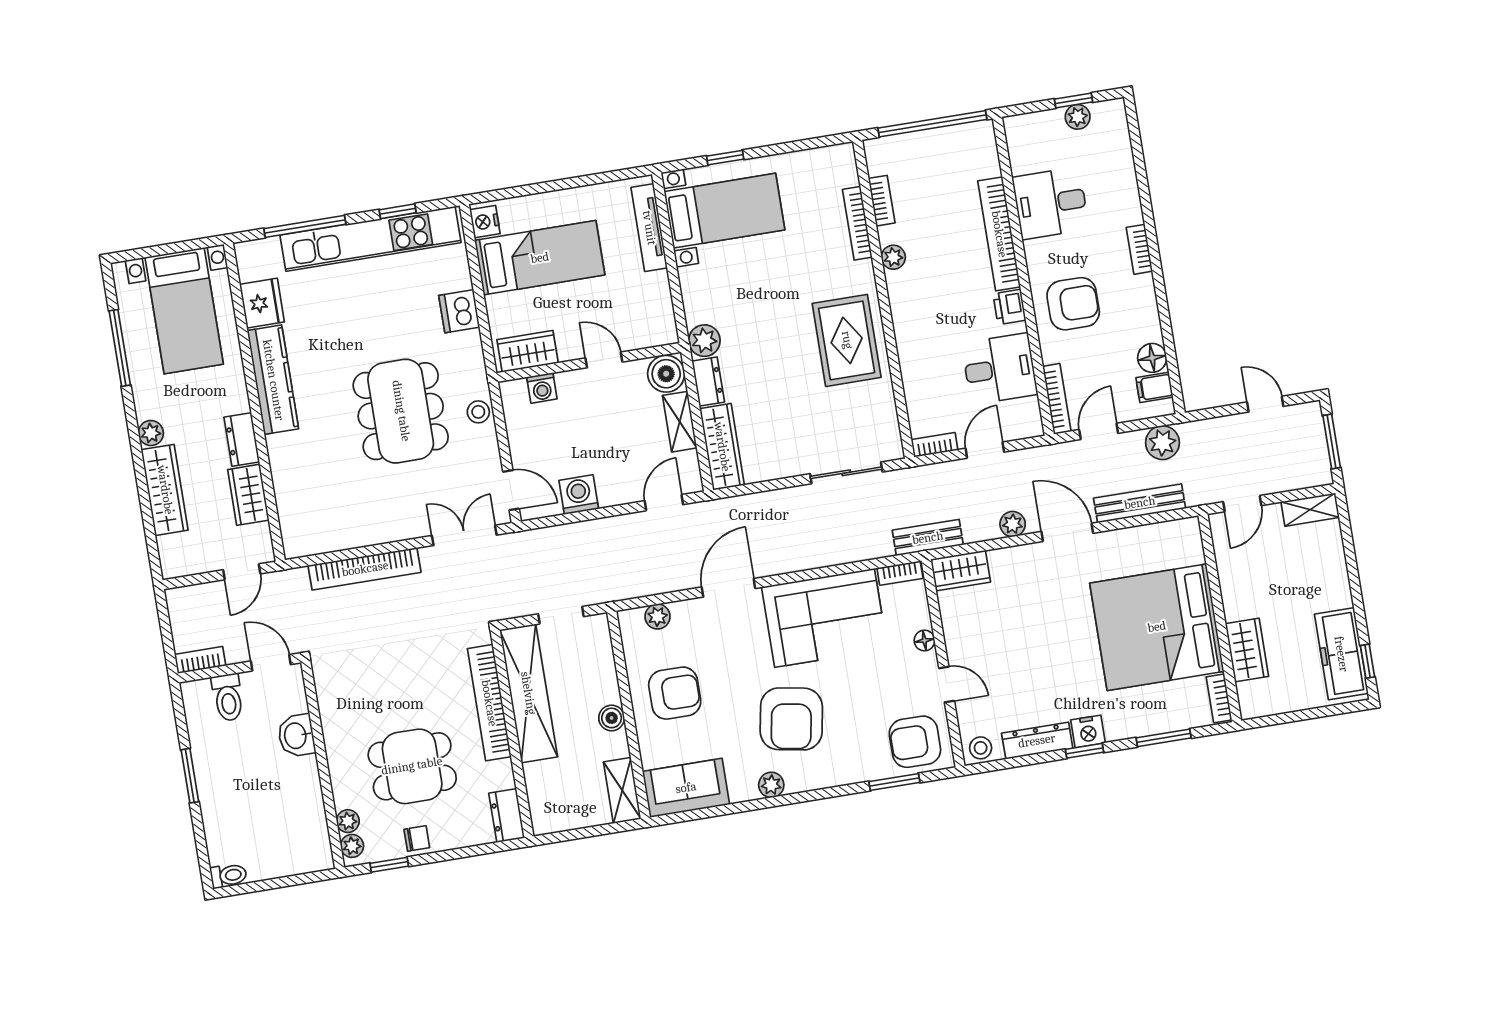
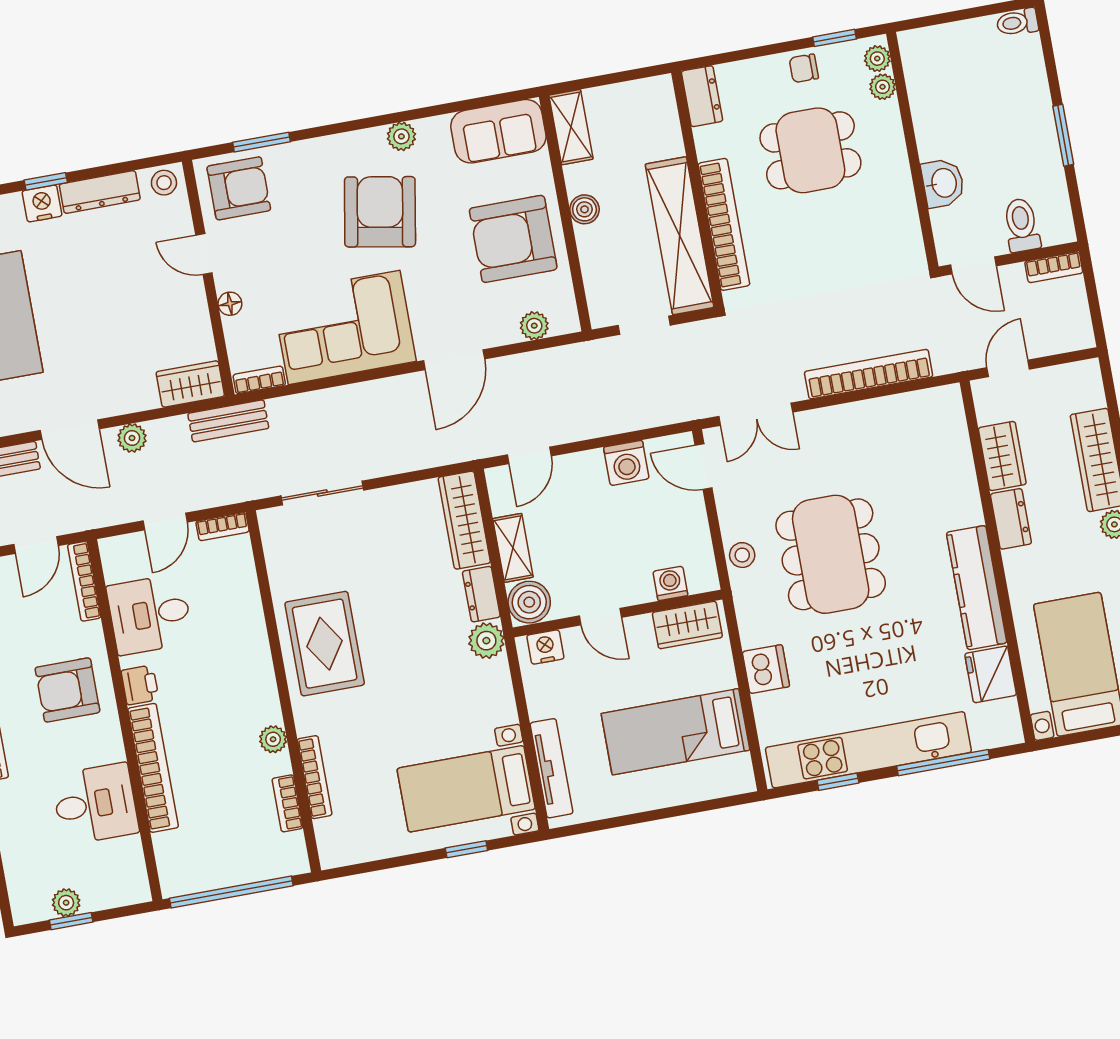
nightstand: (485, 222) -> (545, 647), moved, turned -90
armchair: (675, 693) -> (513, 239), width x1.36, depth x1.36

